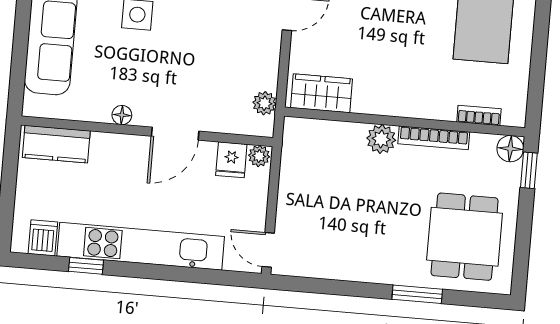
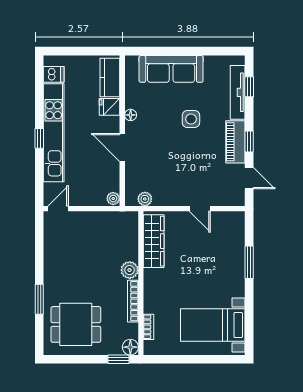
wardrobe: (322, 93) -> (154, 241), width x1.50
fridge: (231, 160) -> (110, 107), moved
window: (86, 266) -> (39, 138), moved

